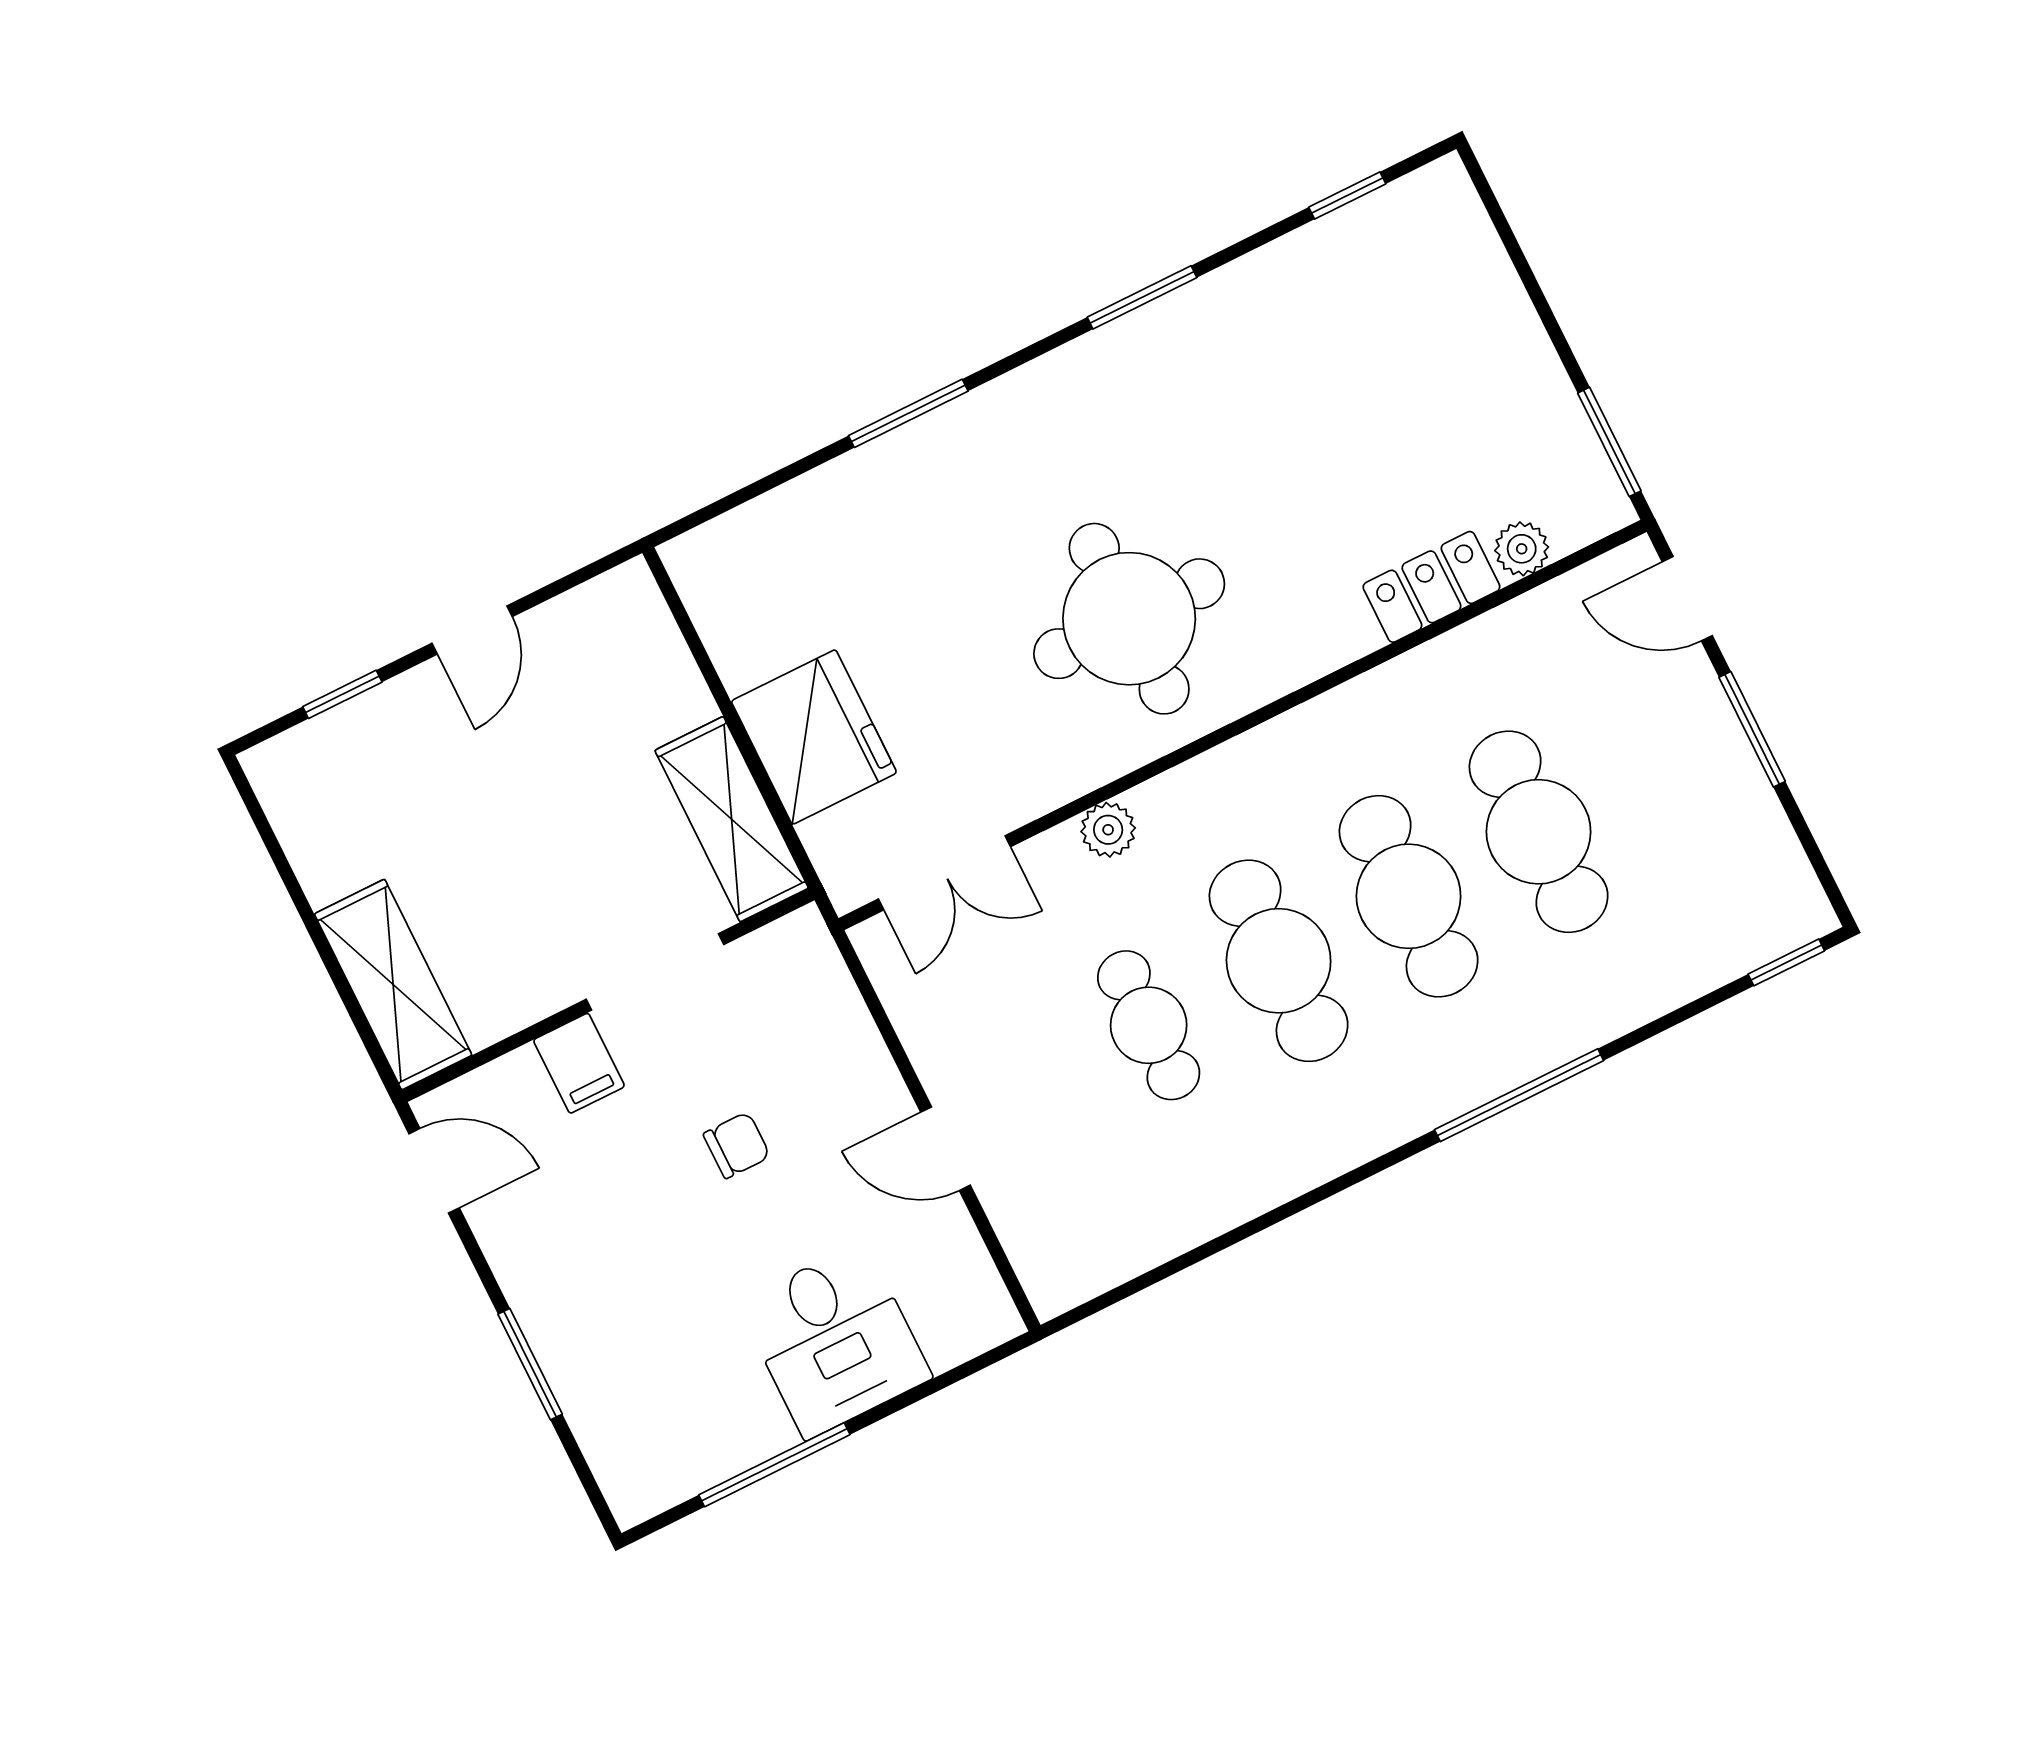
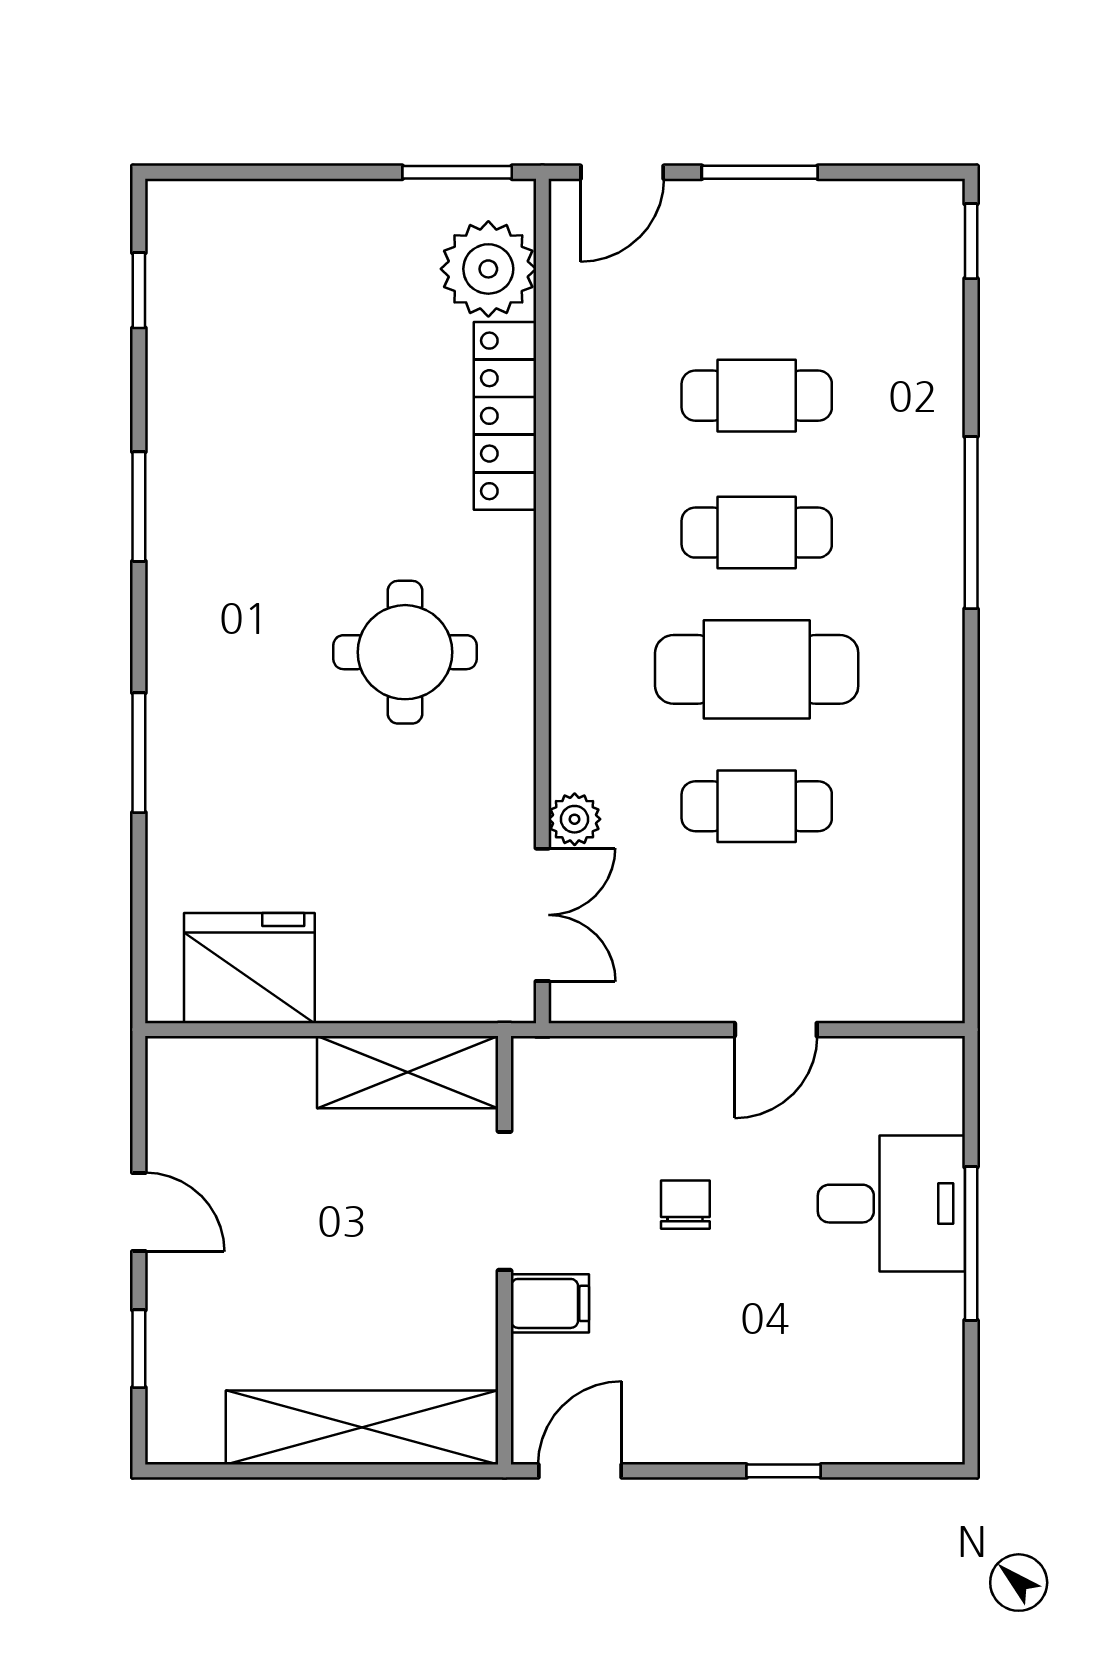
plant: (1522, 549) -> (488, 269), width x1.87, depth x1.87
locker: (1431, 587) -> (505, 416), width x1.53
round table: (1129, 619) -> (405, 652), width x0.73, depth x0.73
fridge: (814, 737) -> (249, 968), moved
plant: (1108, 830) -> (575, 819), moved
cafe table: (1539, 832) -> (757, 396), width x0.73, depth x0.74
cafe table: (1409, 896) -> (757, 533), width x0.73, depth x0.74
shelving: (393, 985) -> (362, 1428), width x1.47
window: (530, 1364) -> (784, 1471), width x0.67
window: (774, 1465) -> (971, 1244), moved

